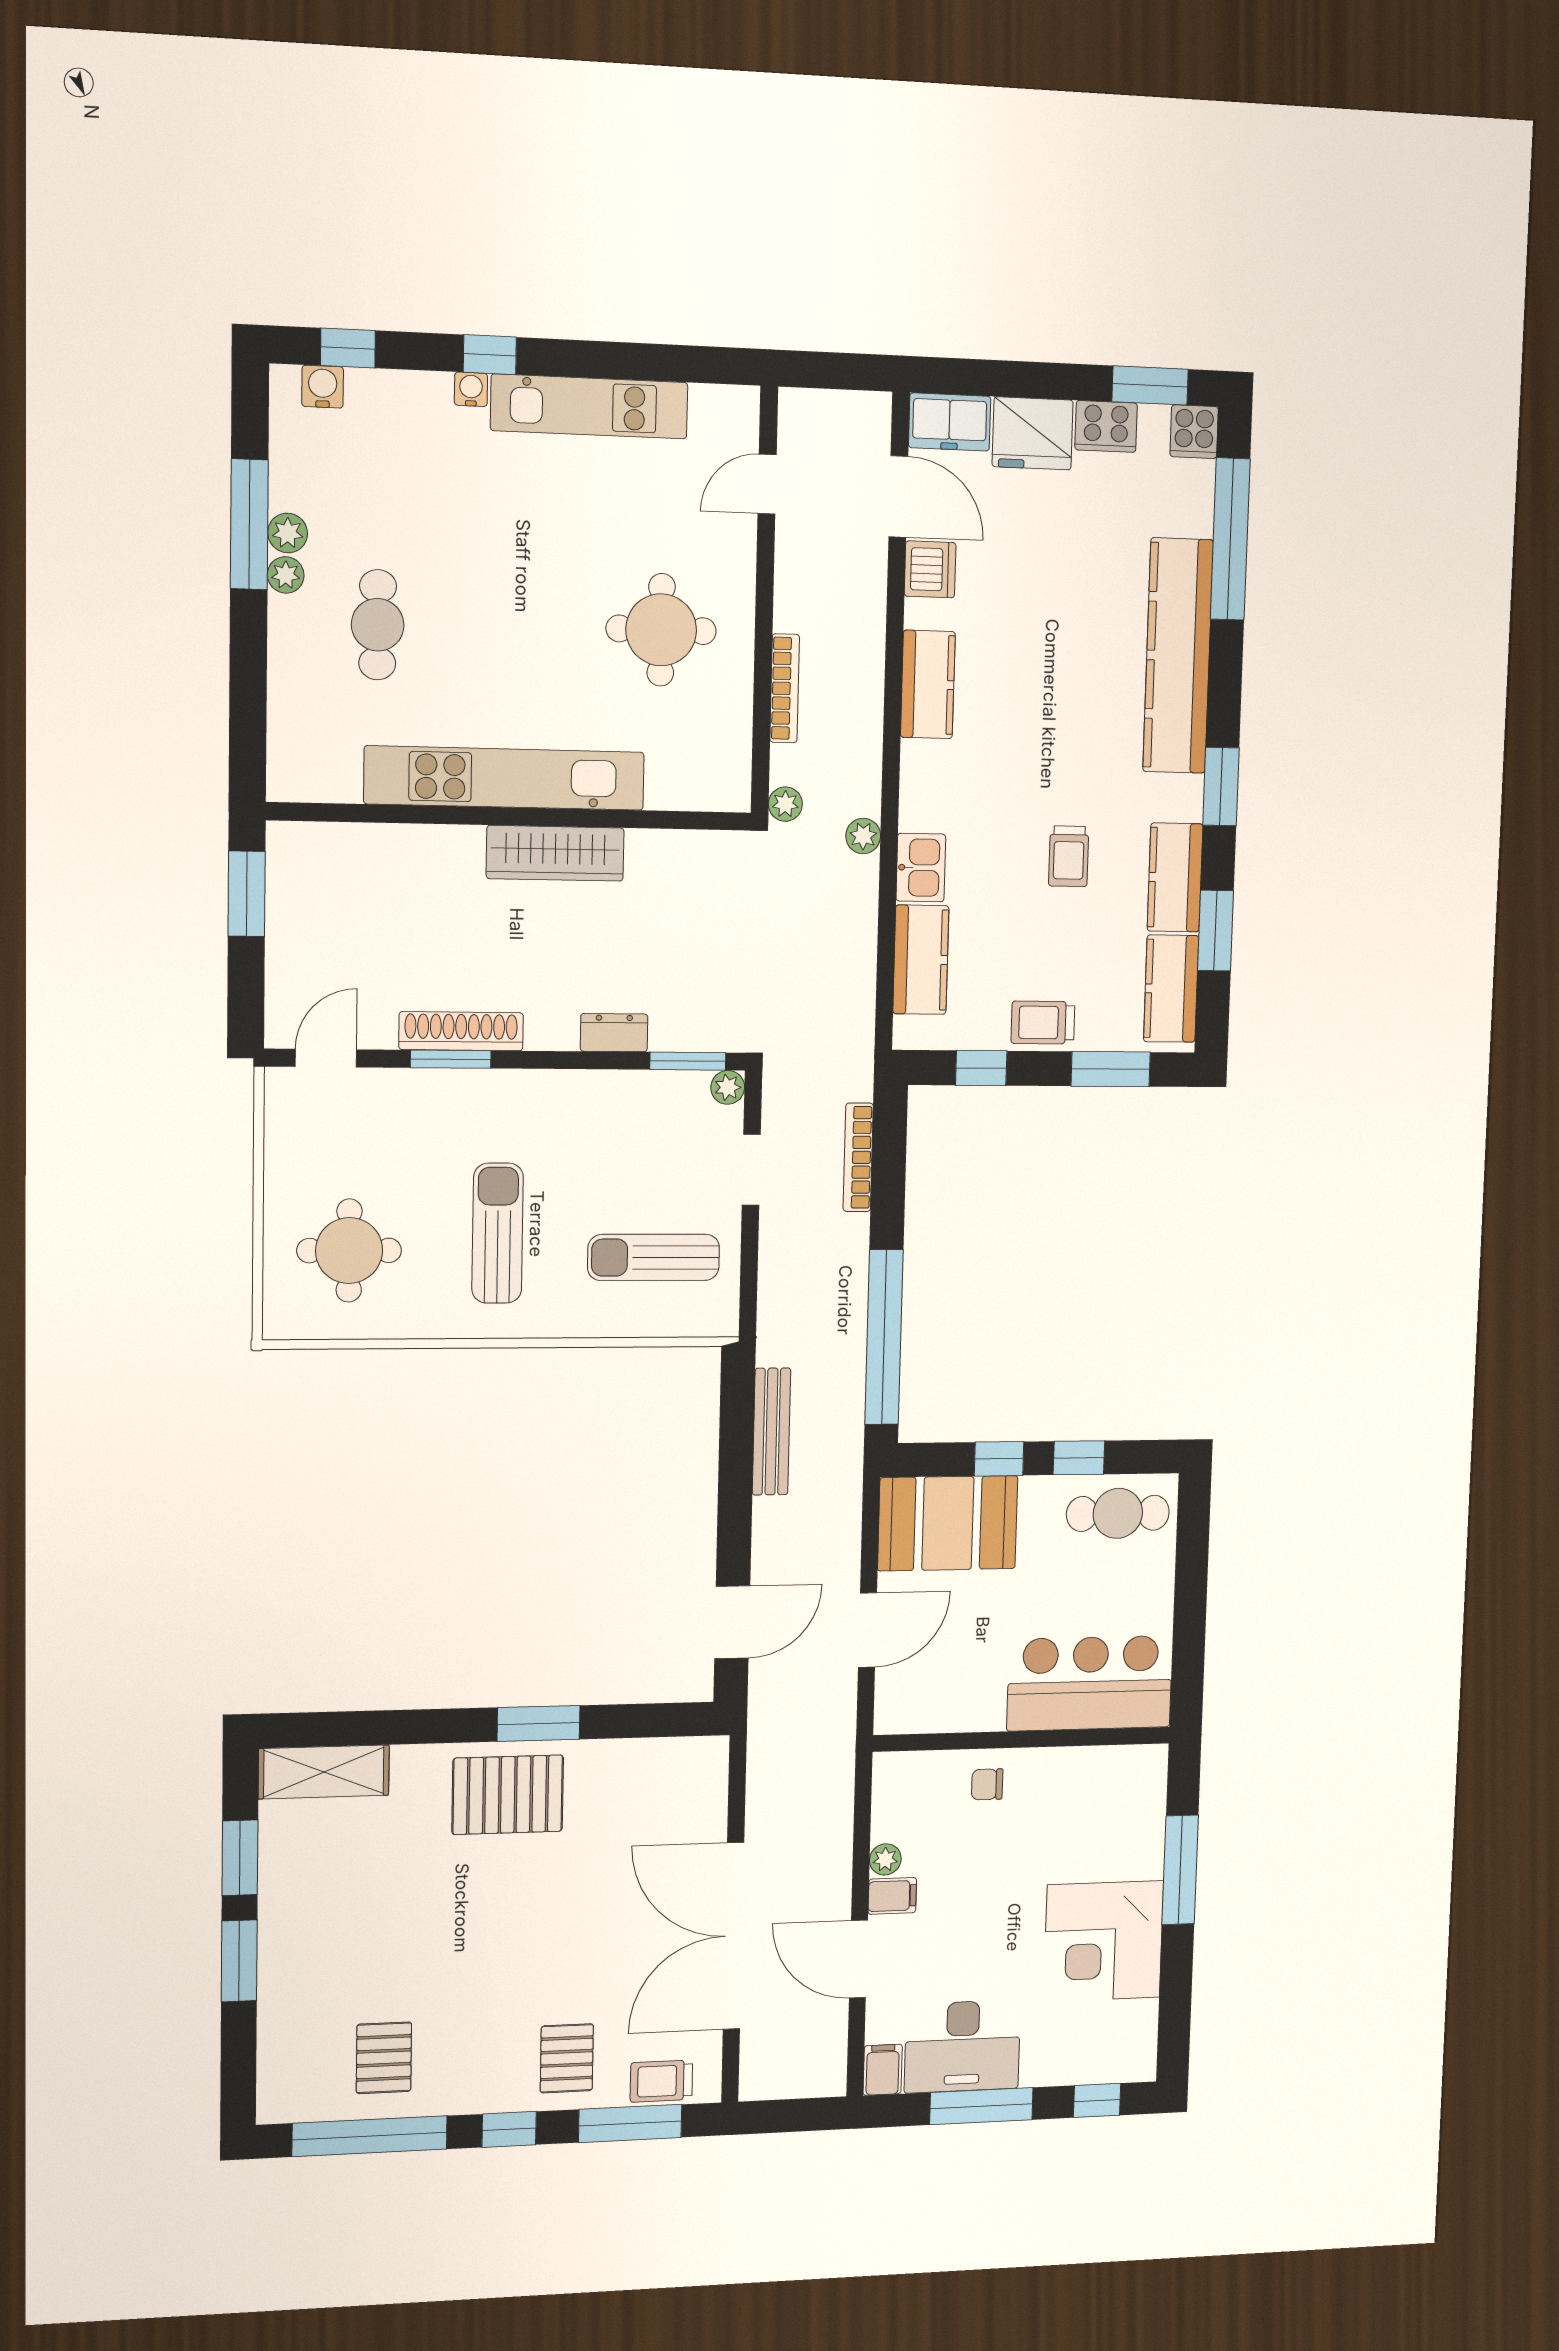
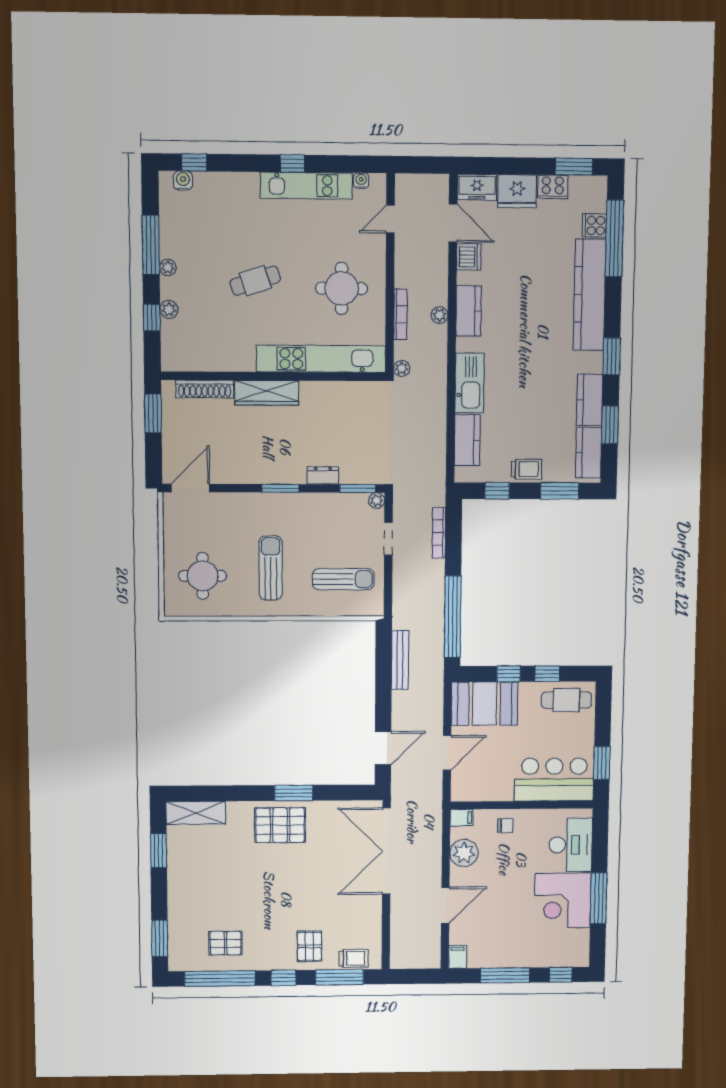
window: (490, 355) -> (292, 164), moved
water cooler: (471, 389) -> (361, 181), moved
cooker: (1194, 432) -> (594, 226), moved, turned 90
plant: (288, 533) -> (169, 309), moved
cafe table: (378, 625) -> (255, 281), moved, turned 72
window: (248, 684) -> (152, 318), added
kitchen unit: (505, 778) -> (321, 359), moved
plant: (863, 836) -> (439, 315), moved
wardrobe: (555, 853) -> (267, 393), moved
trolley: (1069, 856) -> (538, 391), removed
kitchen sink: (921, 868) -> (470, 383), width x1.87, depth x1.24
trolley: (1043, 1022) -> (527, 469), turned 180
shoe rack: (461, 1031) -> (205, 389), moved, turned 180
door: (326, 1058) -> (190, 488), width x1.38
window: (451, 1059) -> (280, 488), moved
sun lounger: (654, 1257) -> (343, 579), turned 180
window: (1189, 1646) -> (602, 763), added
chair: (987, 1784) -> (505, 826), turned 180
plant: (885, 1859) -> (464, 853), width x1.88, depth x1.88
window: (1180, 1870) -> (599, 898), moved
filing cabinet: (892, 1896) -> (462, 818), moved
double door: (733, 1936) -> (386, 851), moved
door: (858, 1959) -> (445, 905), swing flipped
window: (239, 1961) -> (160, 938), moved
desk: (962, 2046) -> (571, 845), moved, turned -90
pallet: (384, 2058) -> (226, 943), turned 90
trolley: (661, 2081) -> (354, 958), turned 180

